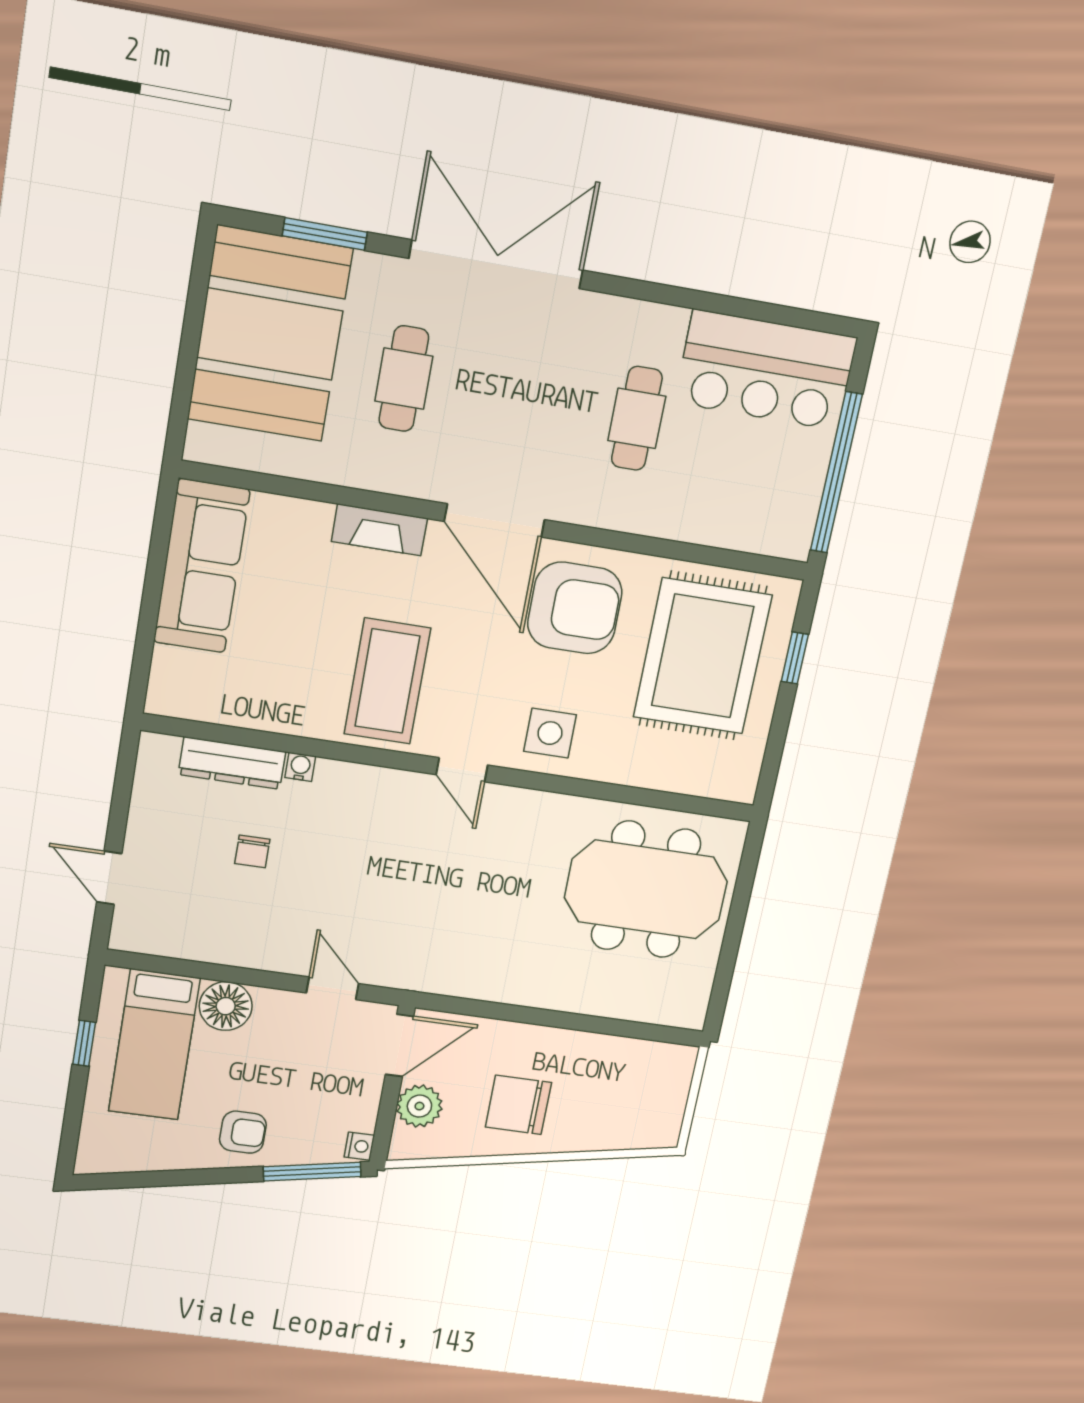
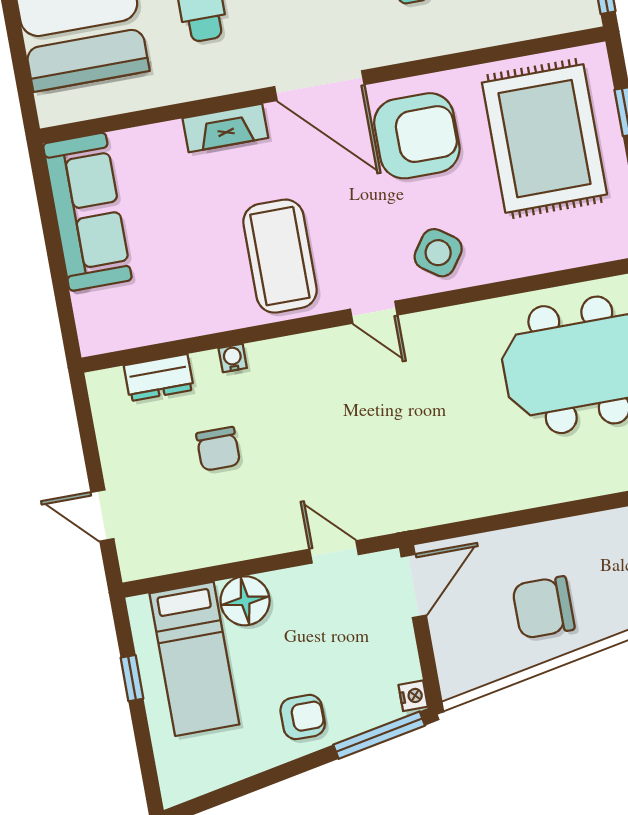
side table: (550, 733) -> (438, 253), turned 35
dresser: (232, 763) -> (159, 378), width x0.70
chair: (252, 851) -> (218, 449), width x1.37, depth x1.37
plant: (419, 1106) -> (453, 639), removed

